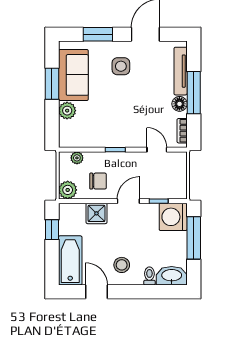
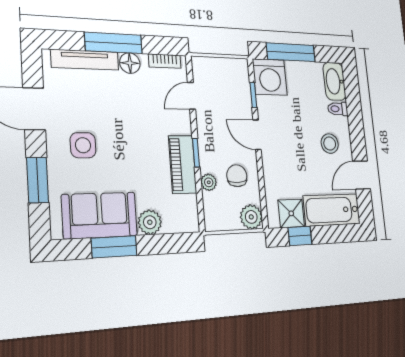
piano: (107, 138) -> (183, 164), added
plant: (77, 158) -> (209, 182), moved
shower: (96, 213) -> (291, 213), moved

